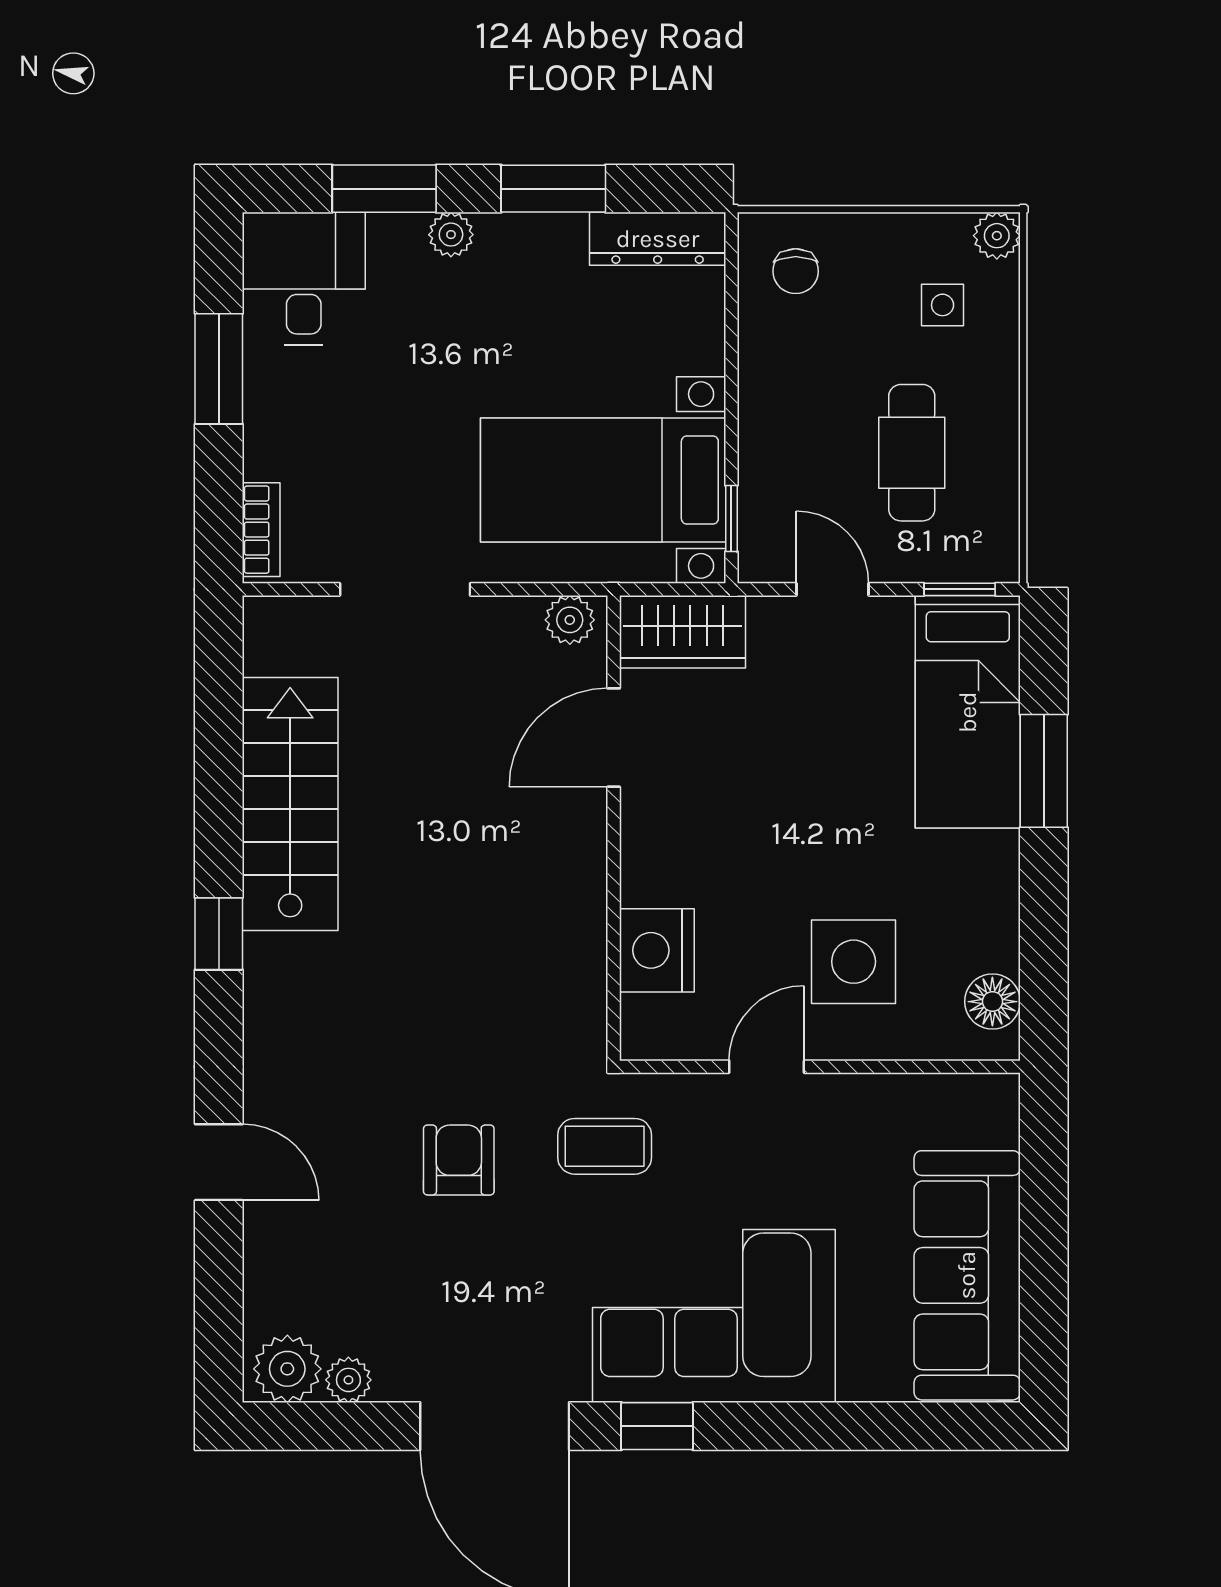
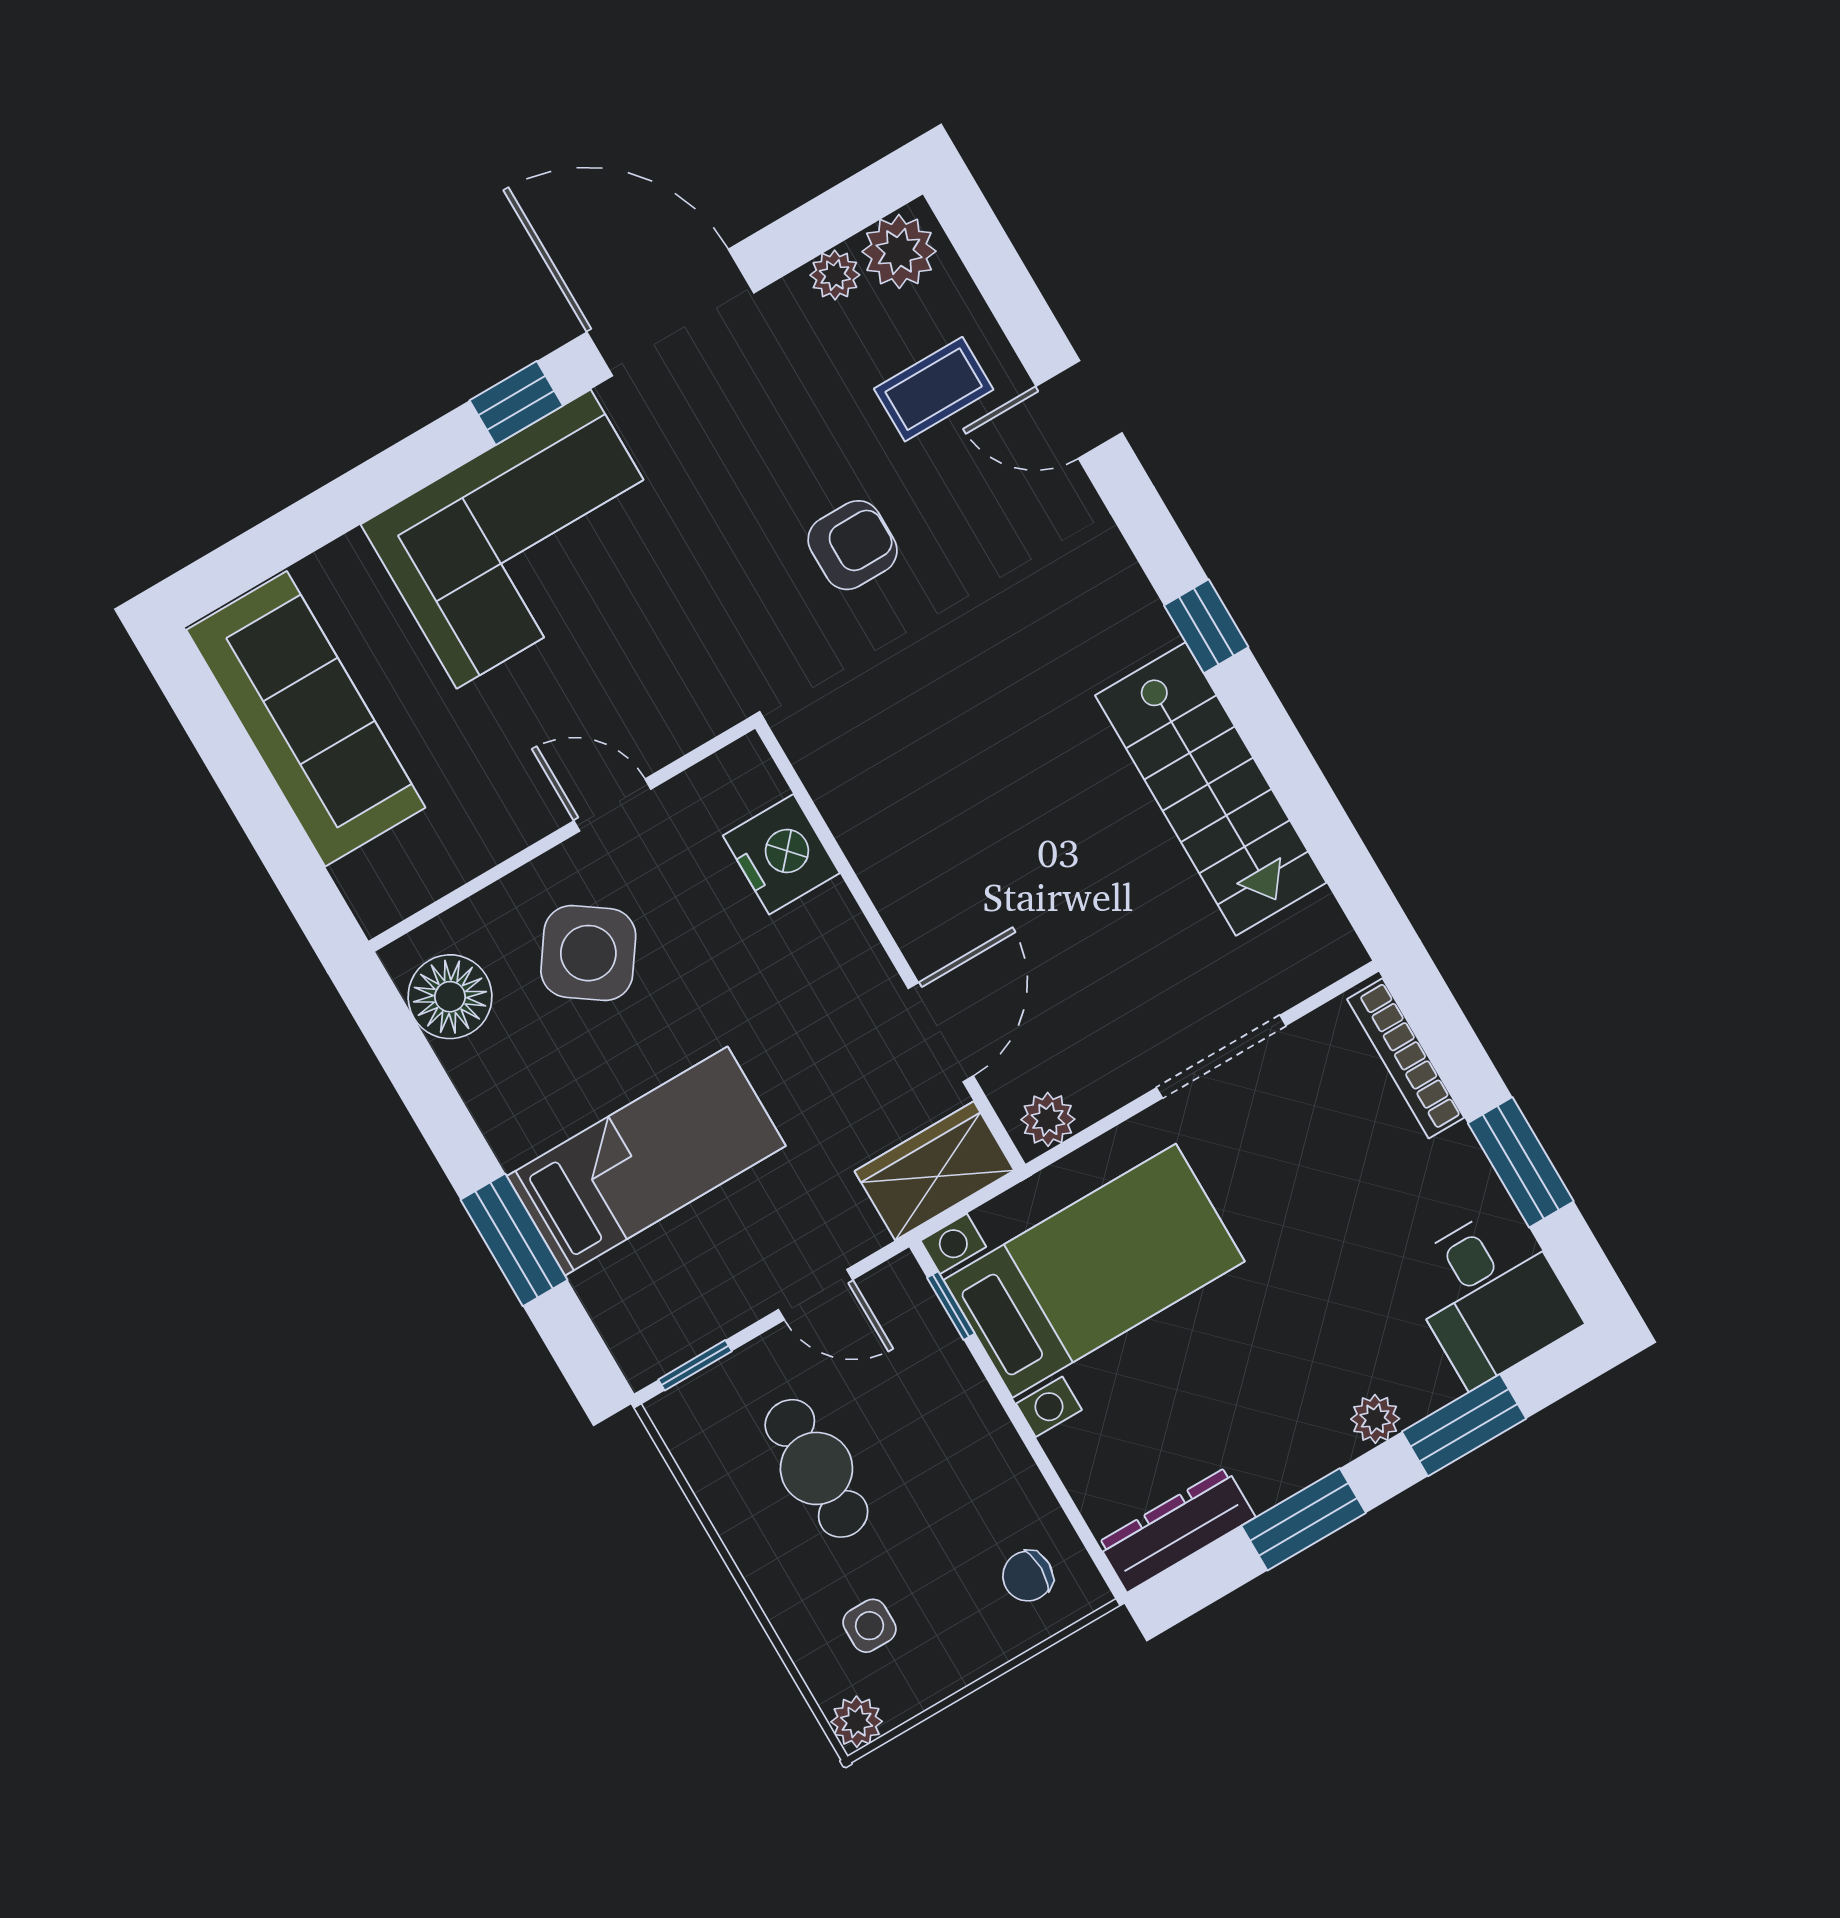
chair: (796, 271) -> (1028, 1576), turned -90
bookcase: (261, 530) -> (1406, 1058), width x1.56
bed: (968, 712) -> (646, 1161), moved, turned 90
side table: (854, 962) -> (588, 953), turned 35
floor lamp: (992, 1002) -> (450, 997), width x1.38, depth x1.38
door: (767, 1067) -> (612, 805), swing flipped
coffee table: (605, 1146) -> (934, 389), moved
armchair: (459, 1160) -> (853, 545), turned -90

